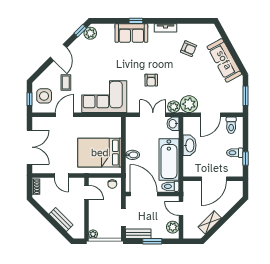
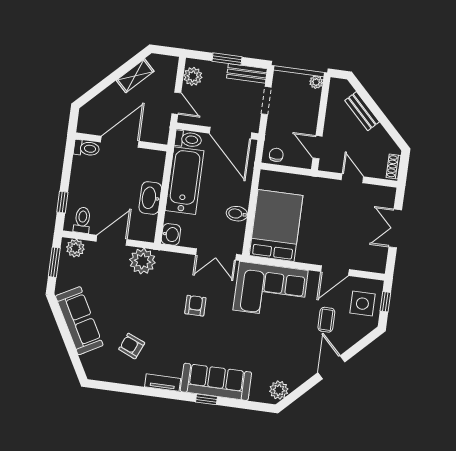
window: (80, 31) -> (293, 396), removed
sofa: (131, 33) -> (216, 382), width x1.36
plant: (174, 107) -> (75, 248), moved
double door: (153, 115) -> (216, 254), moved
double door: (29, 147) -> (395, 228), width x0.73
bed: (100, 153) -> (276, 226), moved, turned -90
toilet: (235, 153) -> (87, 148), moved
bidet: (132, 155) -> (237, 214), moved
window: (246, 158) -> (62, 202), moved

